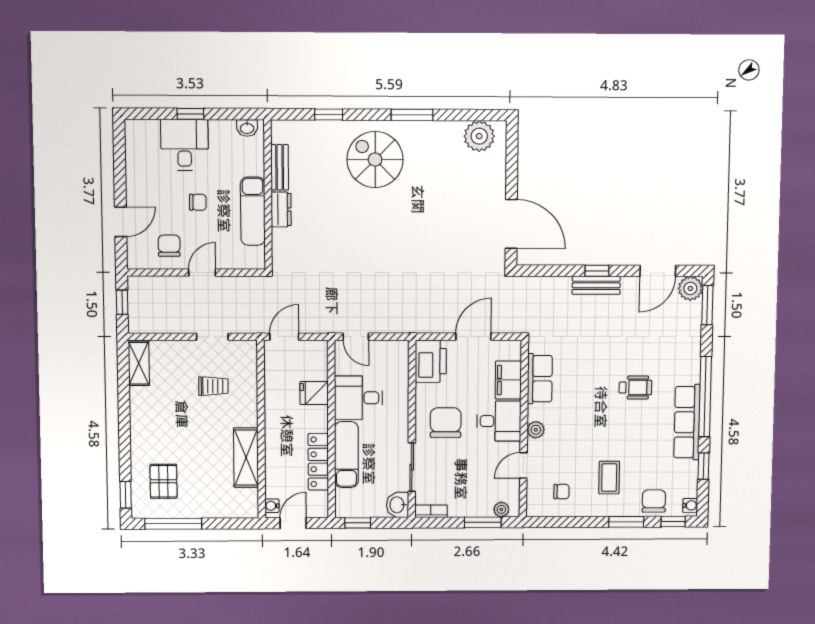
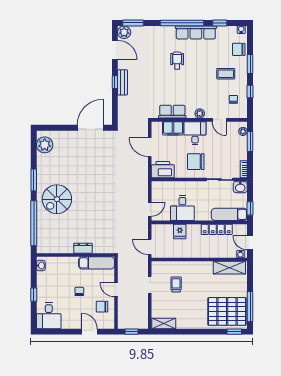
window: (329, 114) -> (34, 223), width x3.17
desk: (184, 145) -> (49, 316), moved, turned -90
bench: (280, 167) -> (61, 249), removed
exam couch: (253, 211) -> (96, 263), moved
exam couch: (346, 455) -> (229, 214), moved
shelving: (246, 458) -> (229, 268), moved
pallet: (163, 481) -> (227, 311), width x2.05, depth x2.00
window: (673, 522) -> (250, 92), moved

